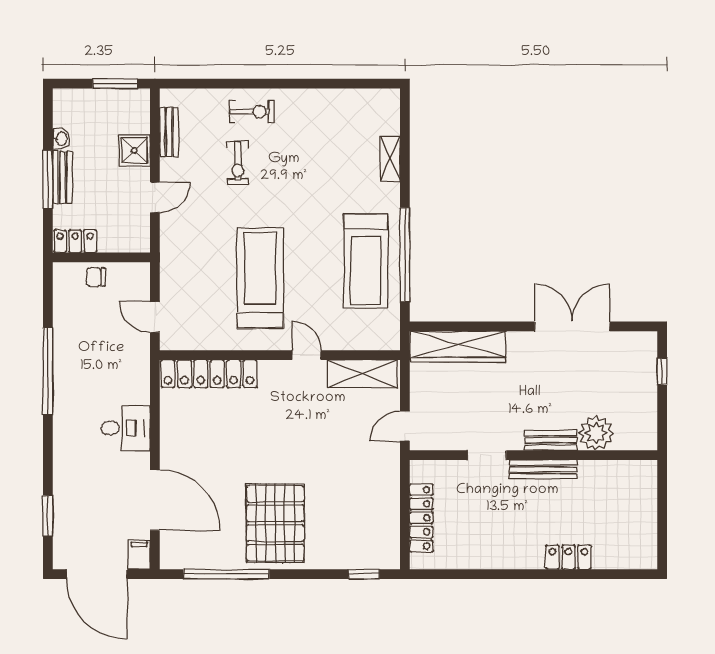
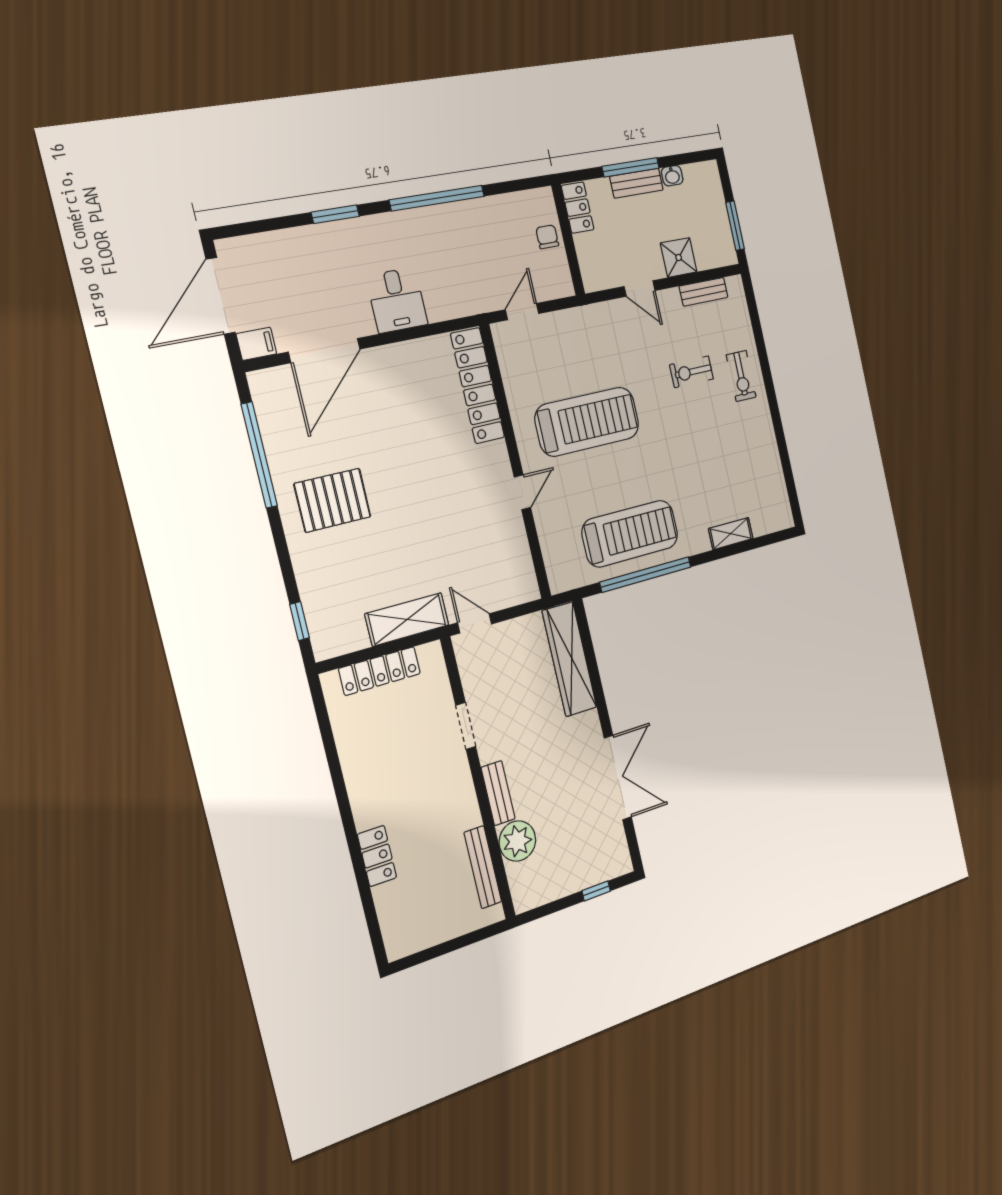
treadmill: (366, 261) -> (630, 534), turned 180
shelving: (362, 374) -> (407, 619), moved, turned 90
bench: (543, 469) -> (483, 867), moved
window: (48, 516) -> (335, 214), moved
pallet: (275, 523) -> (332, 500), width x0.73, depth x0.71

